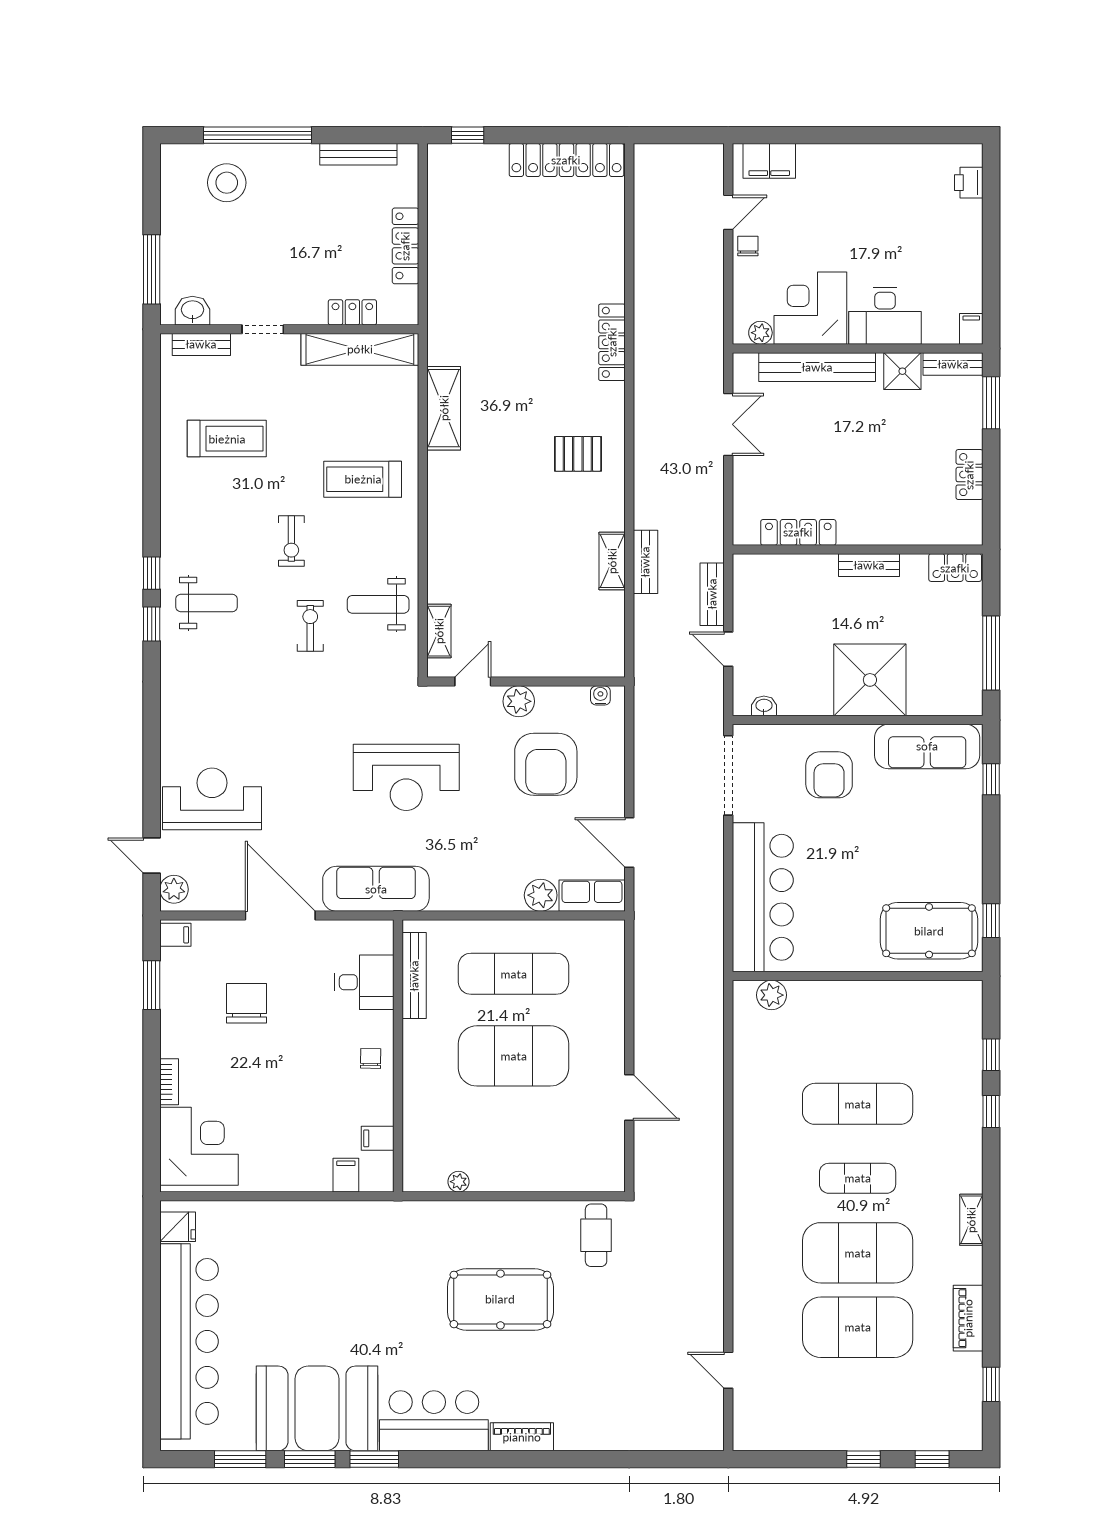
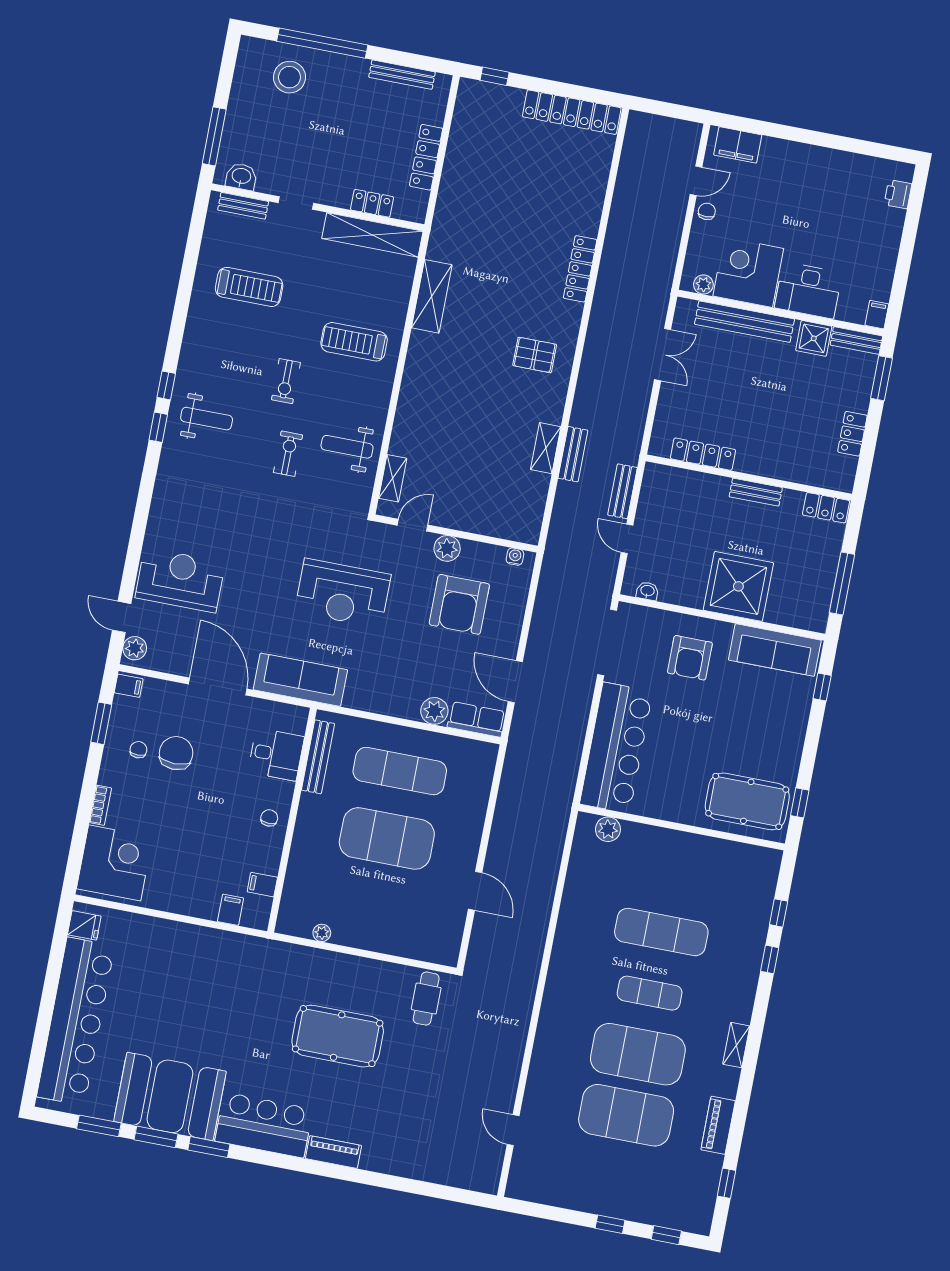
chair: (201, 1008) -> (138, 750), added

